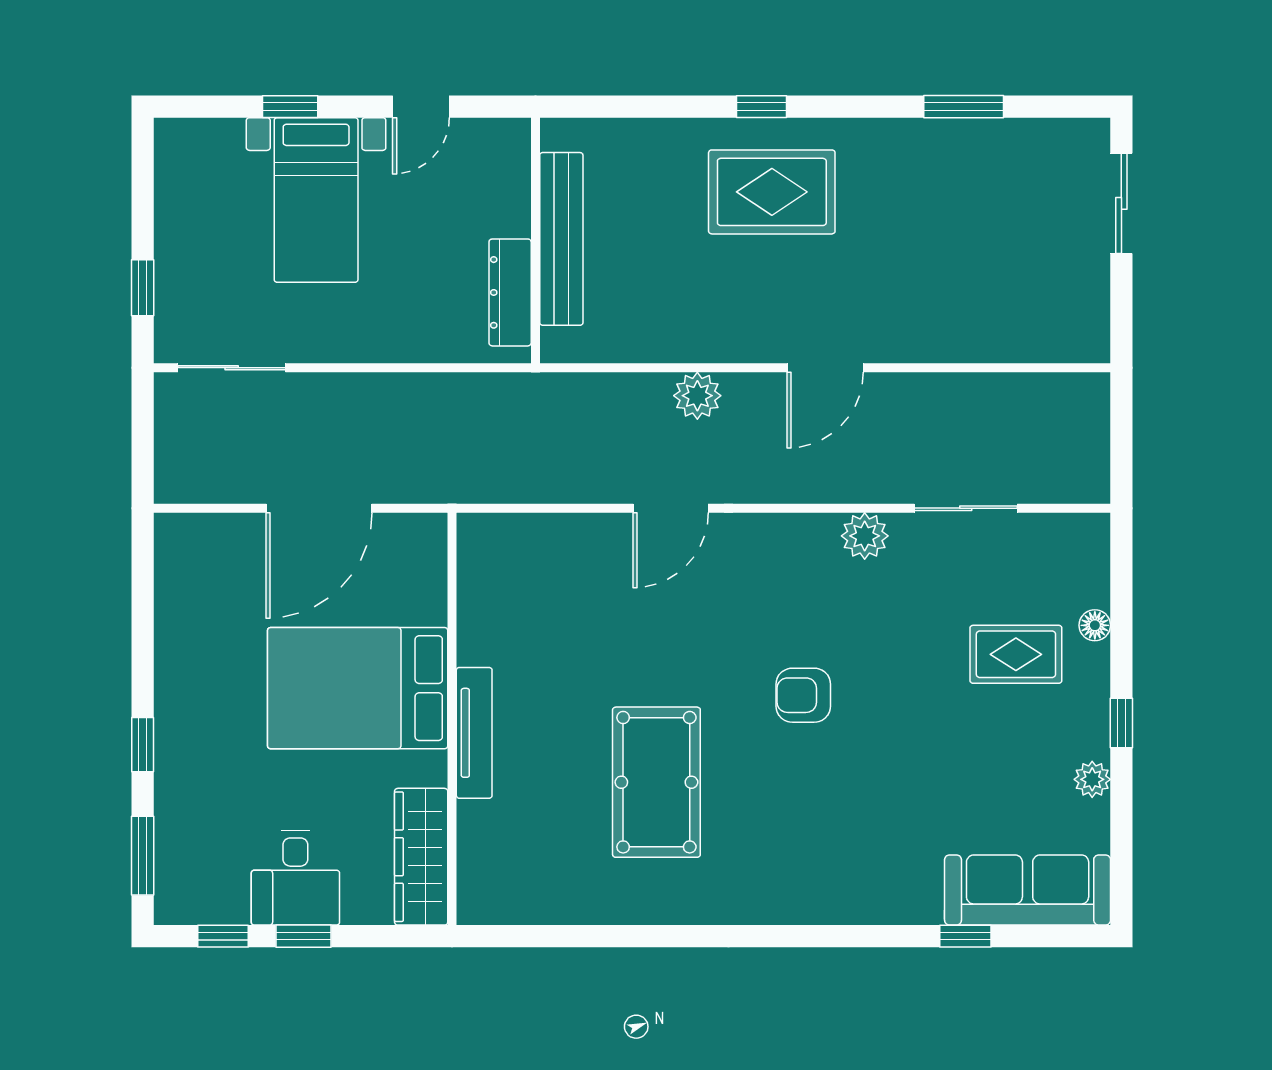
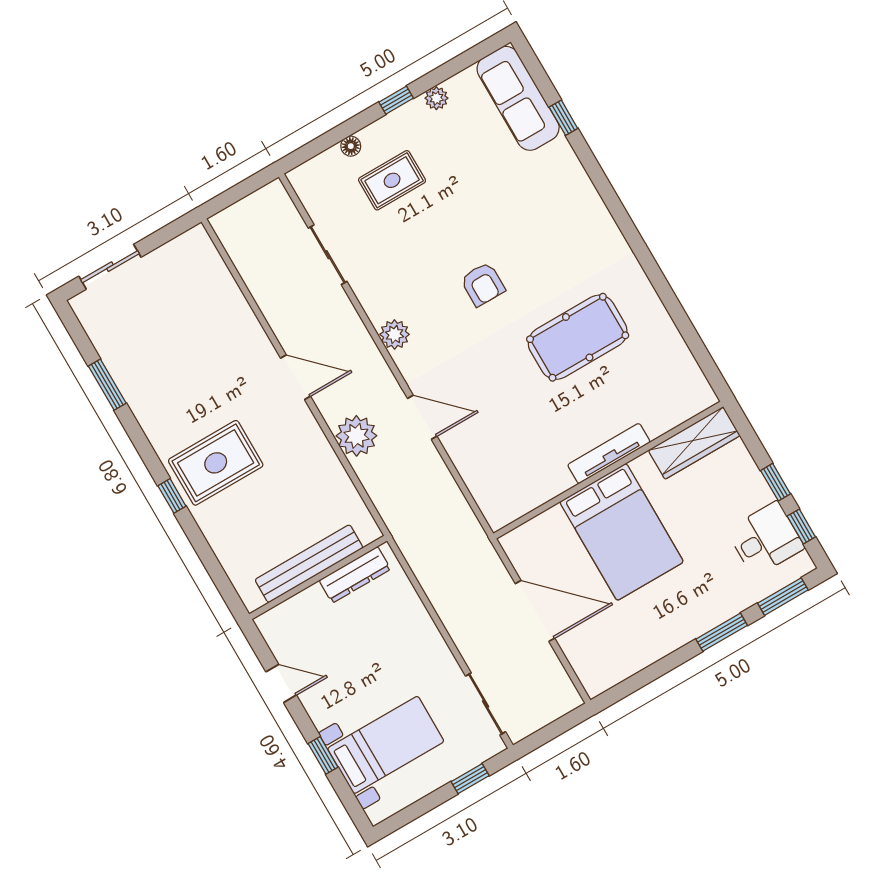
rug: (772, 192) -> (216, 463), turned 90
bed with nightstands: (316, 200) -> (386, 745), moved
plant: (697, 396) -> (356, 436), width x1.36, depth x1.36
plant: (865, 536) -> (395, 334), moved
rug: (1016, 654) -> (392, 180), turned 90
window: (143, 745) -> (722, 632), width x1.50
desk: (295, 878) -> (765, 539), moved

